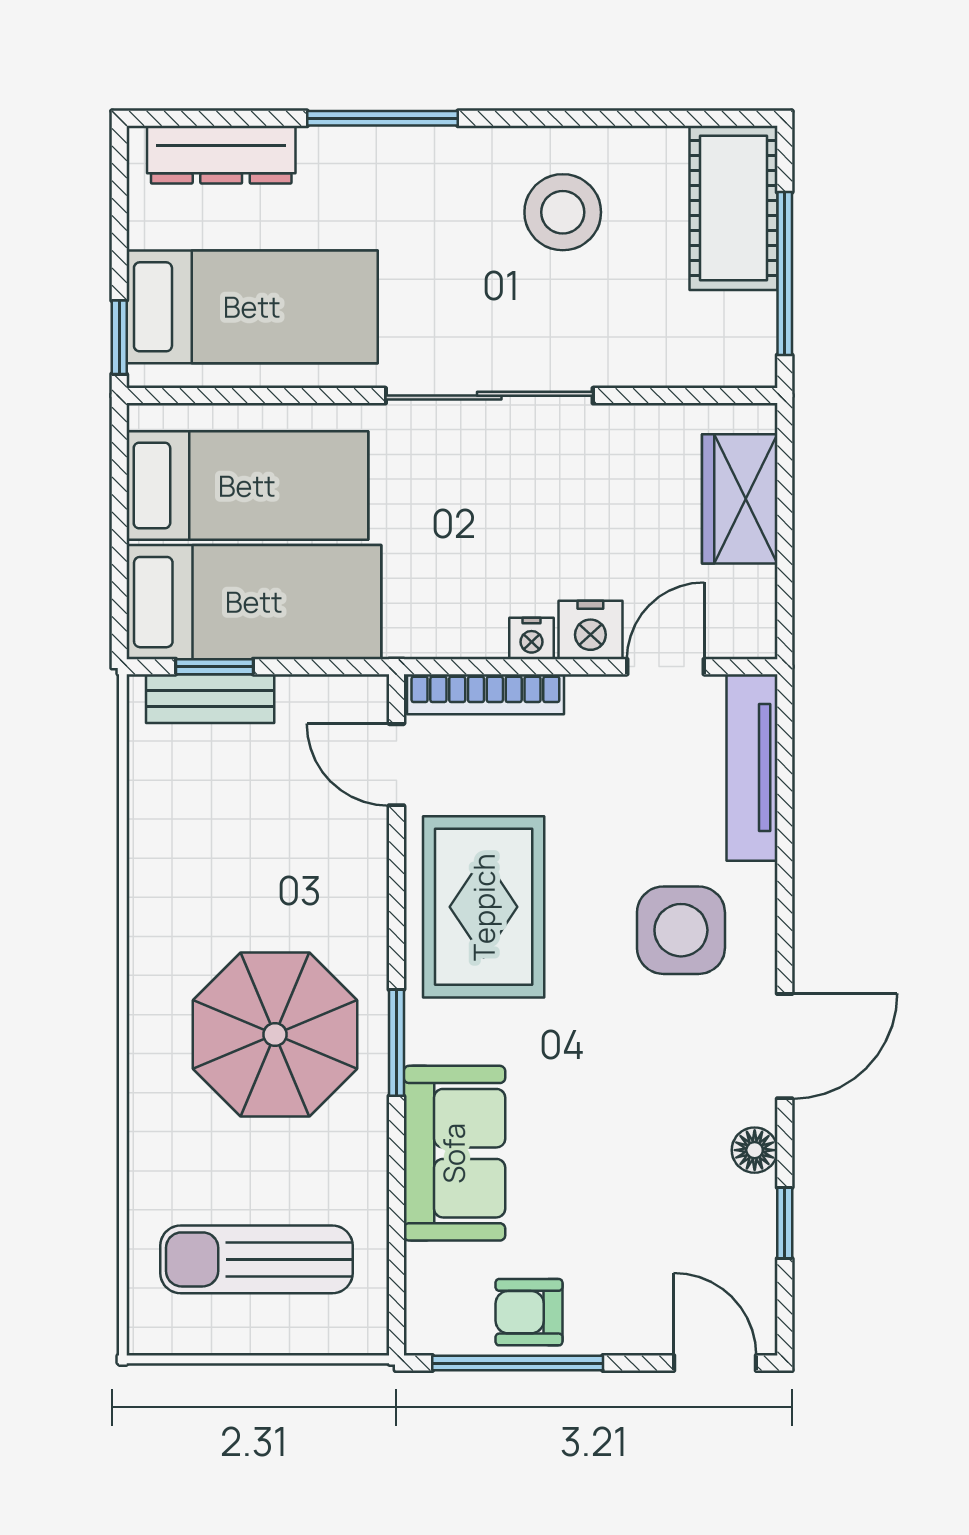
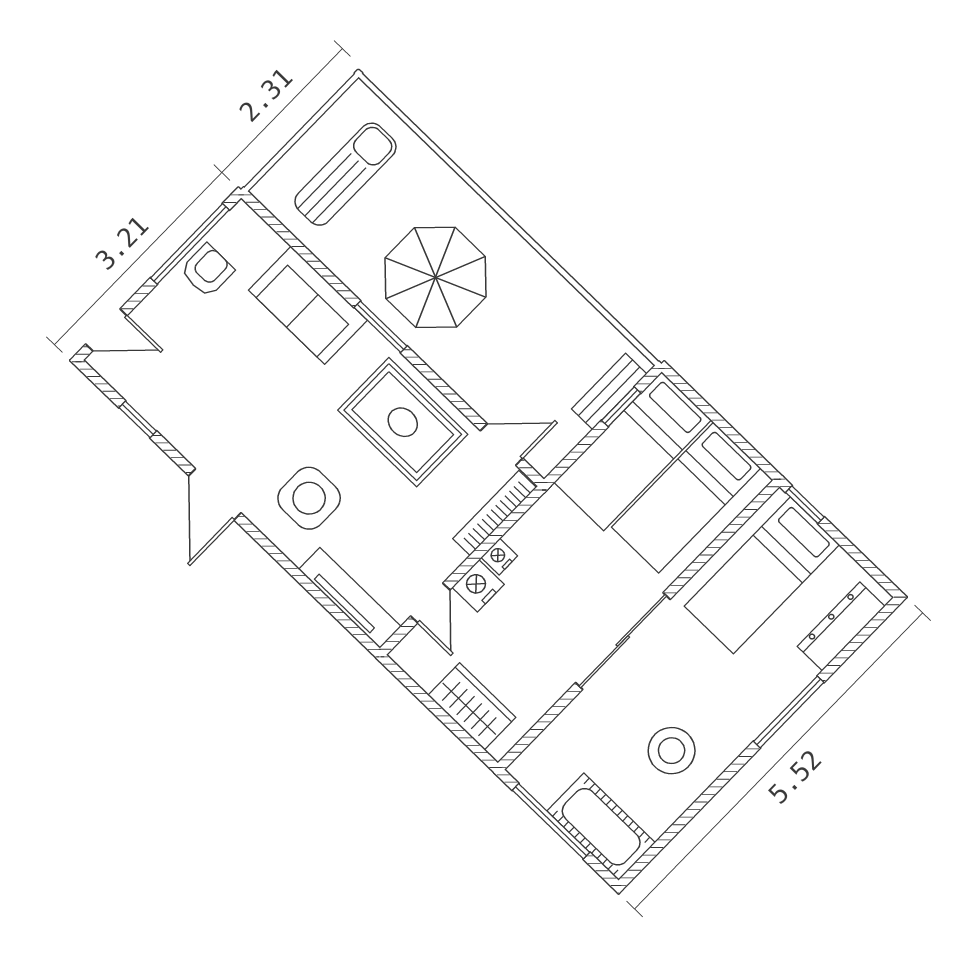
floor lamp: (755, 1150) -> (182, 437), removed

